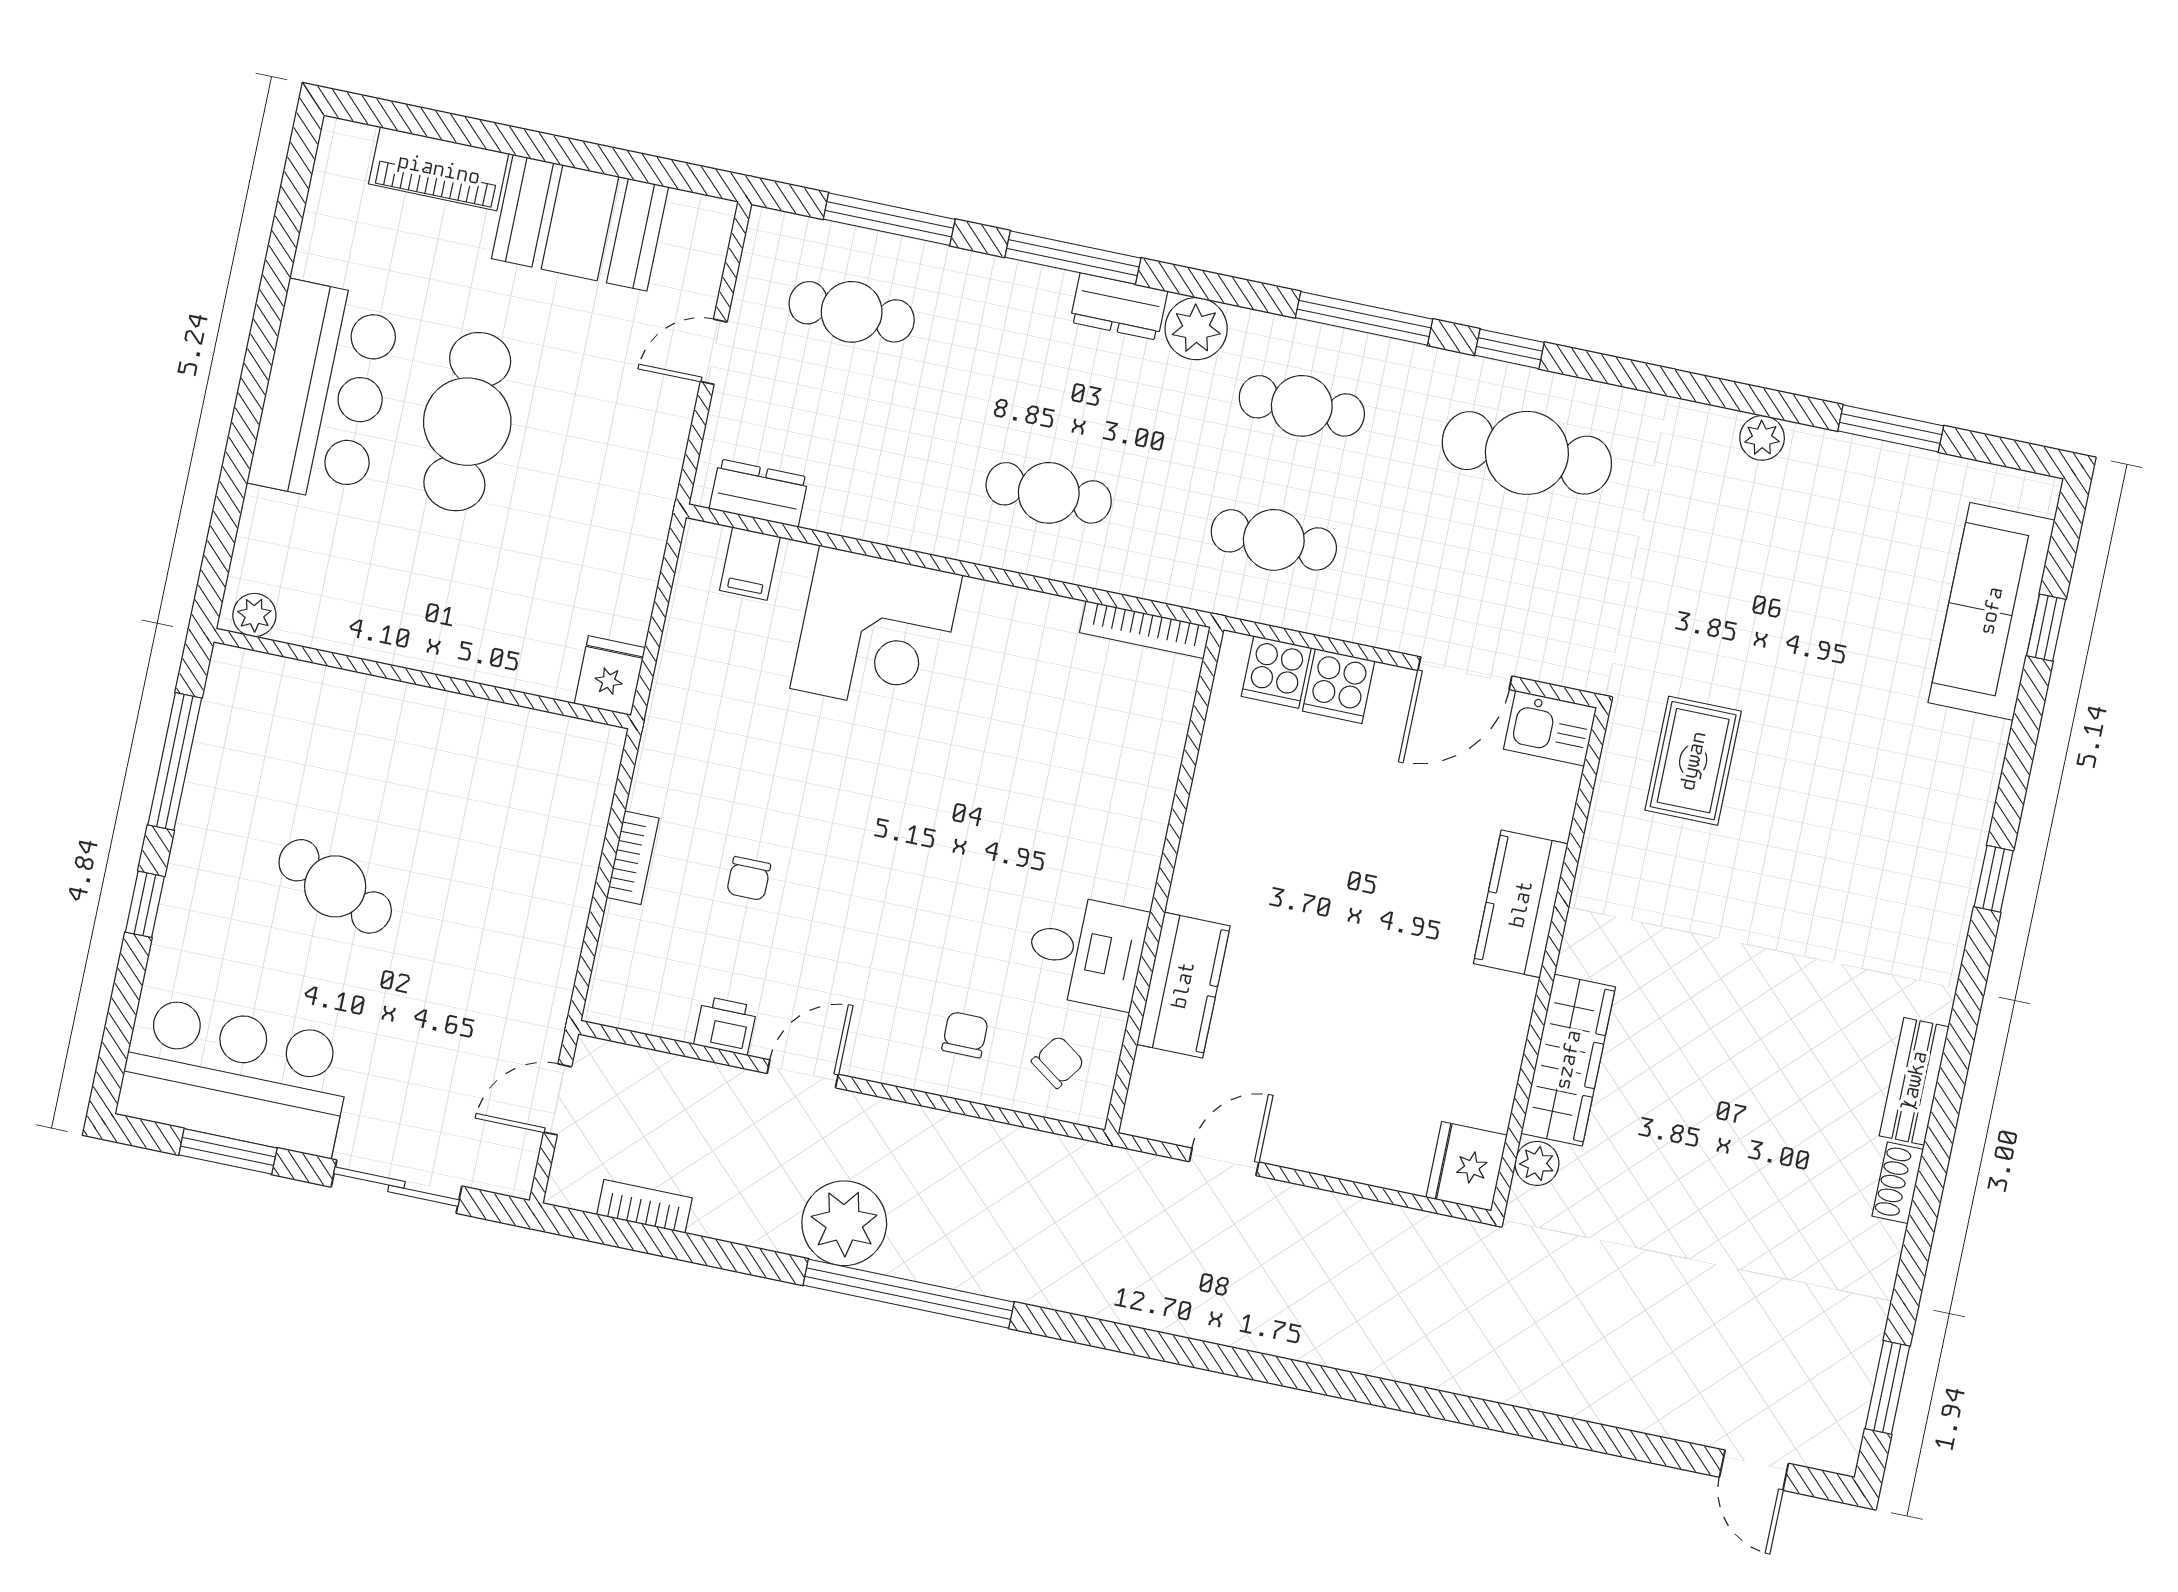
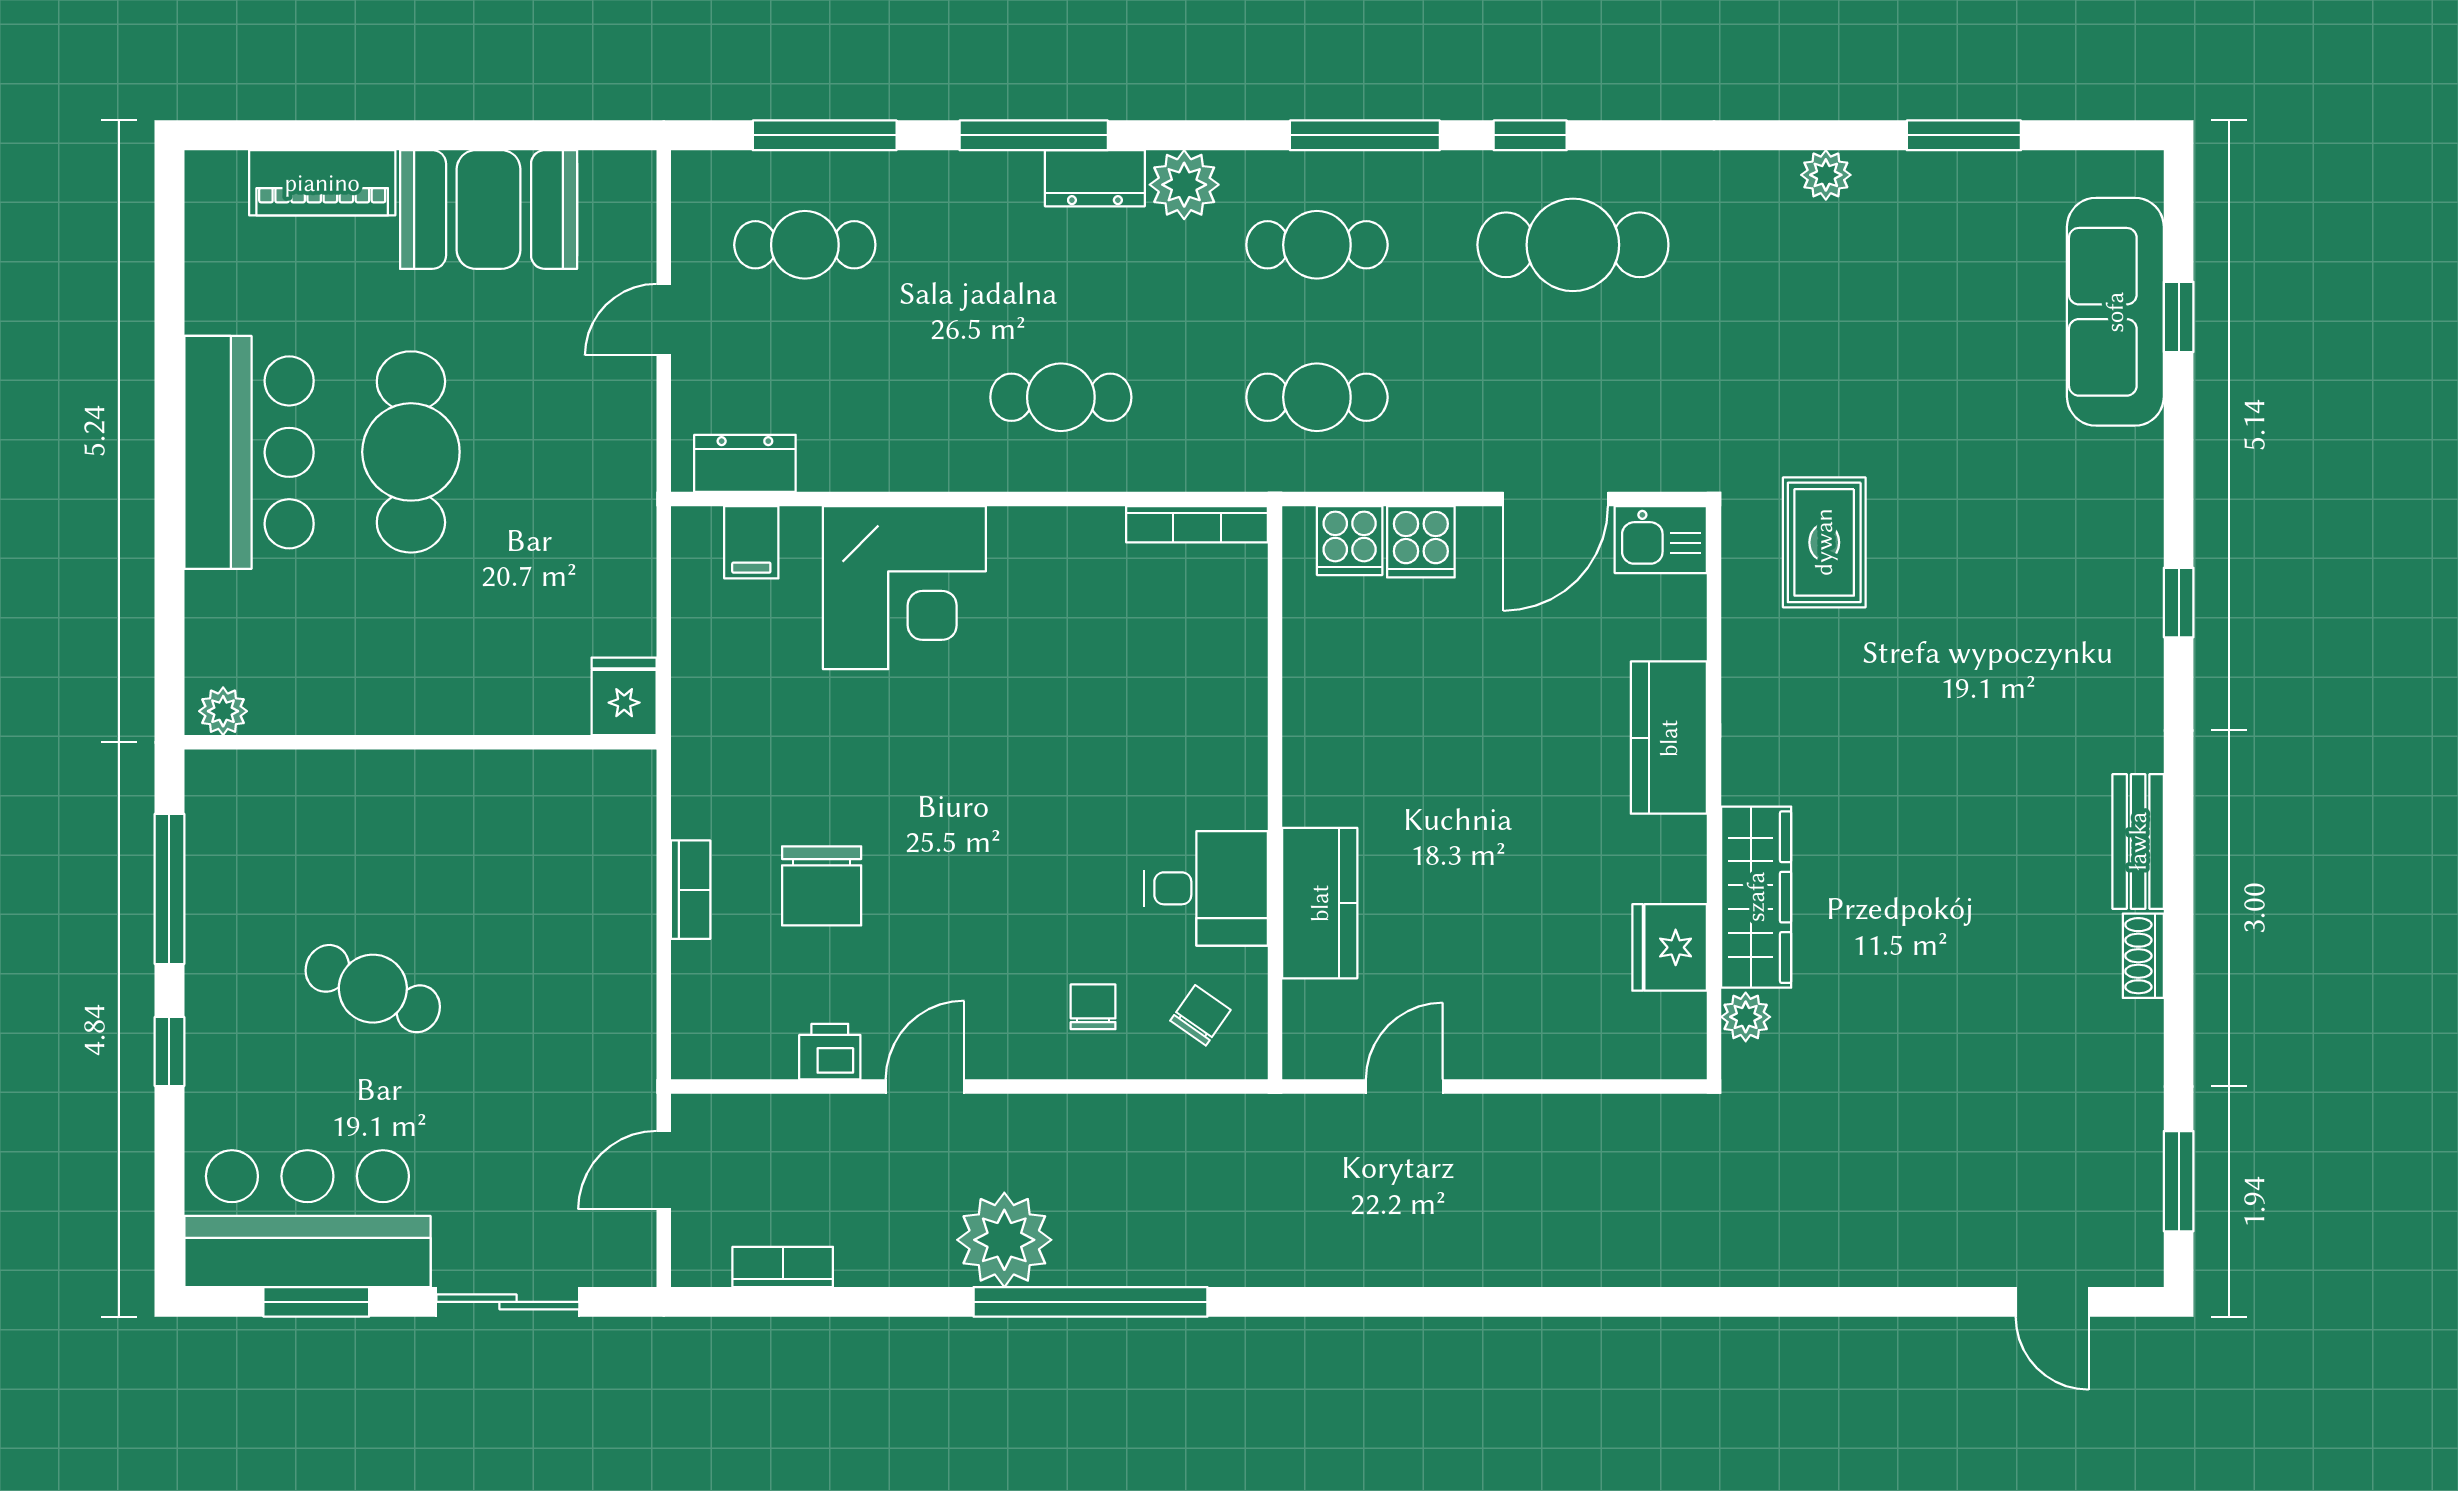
chair: (749, 879) -> (822, 886), width x1.87, depth x1.87
fridge: (1467, 1166) -> (1670, 947), moved

